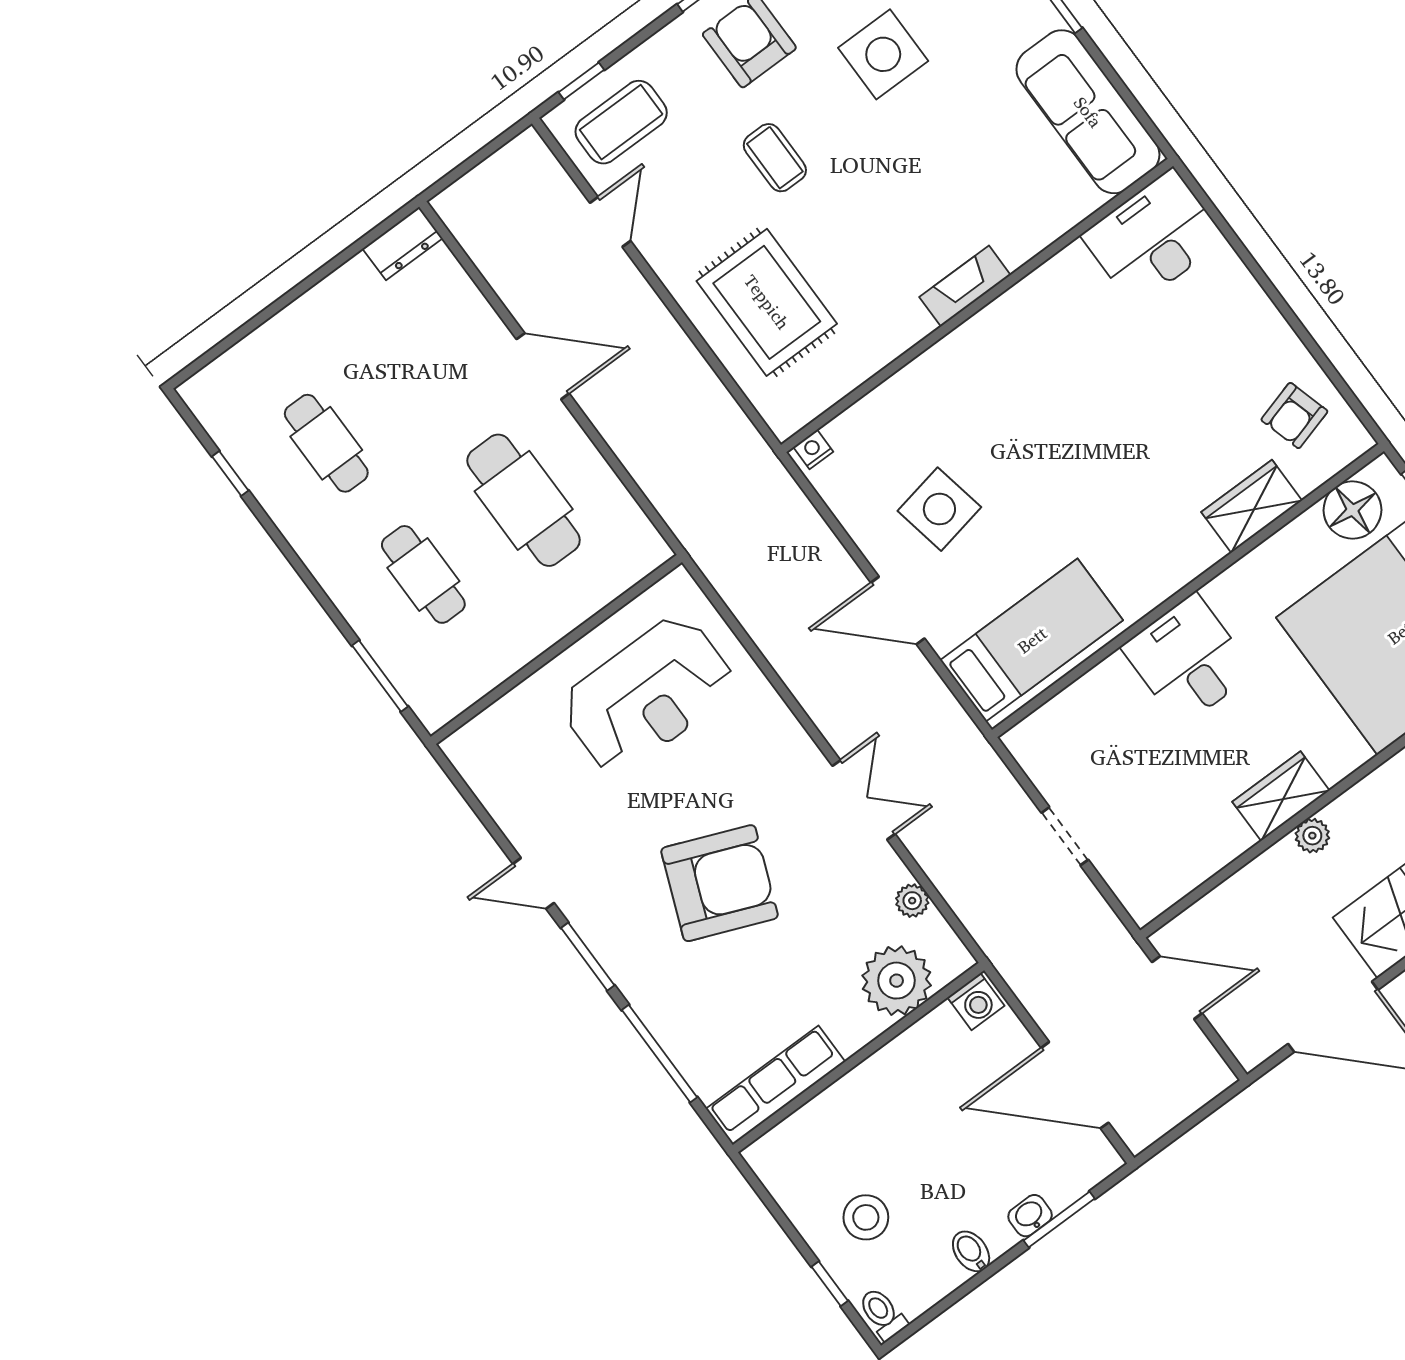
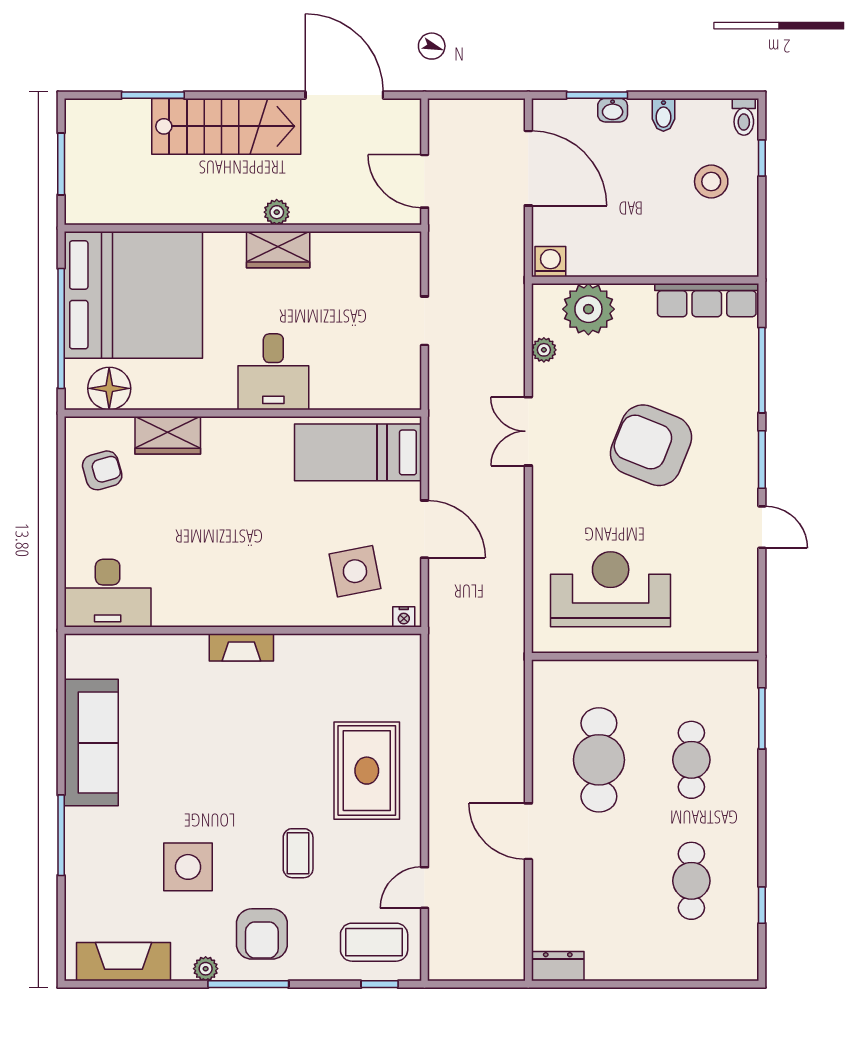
desk: (1154, 237) -> (108, 593), moved
fireplace: (965, 286) -> (241, 647), moved
wall: (977, 306) -> (243, 630), moved
nightstand: (813, 449) -> (404, 617), moved

